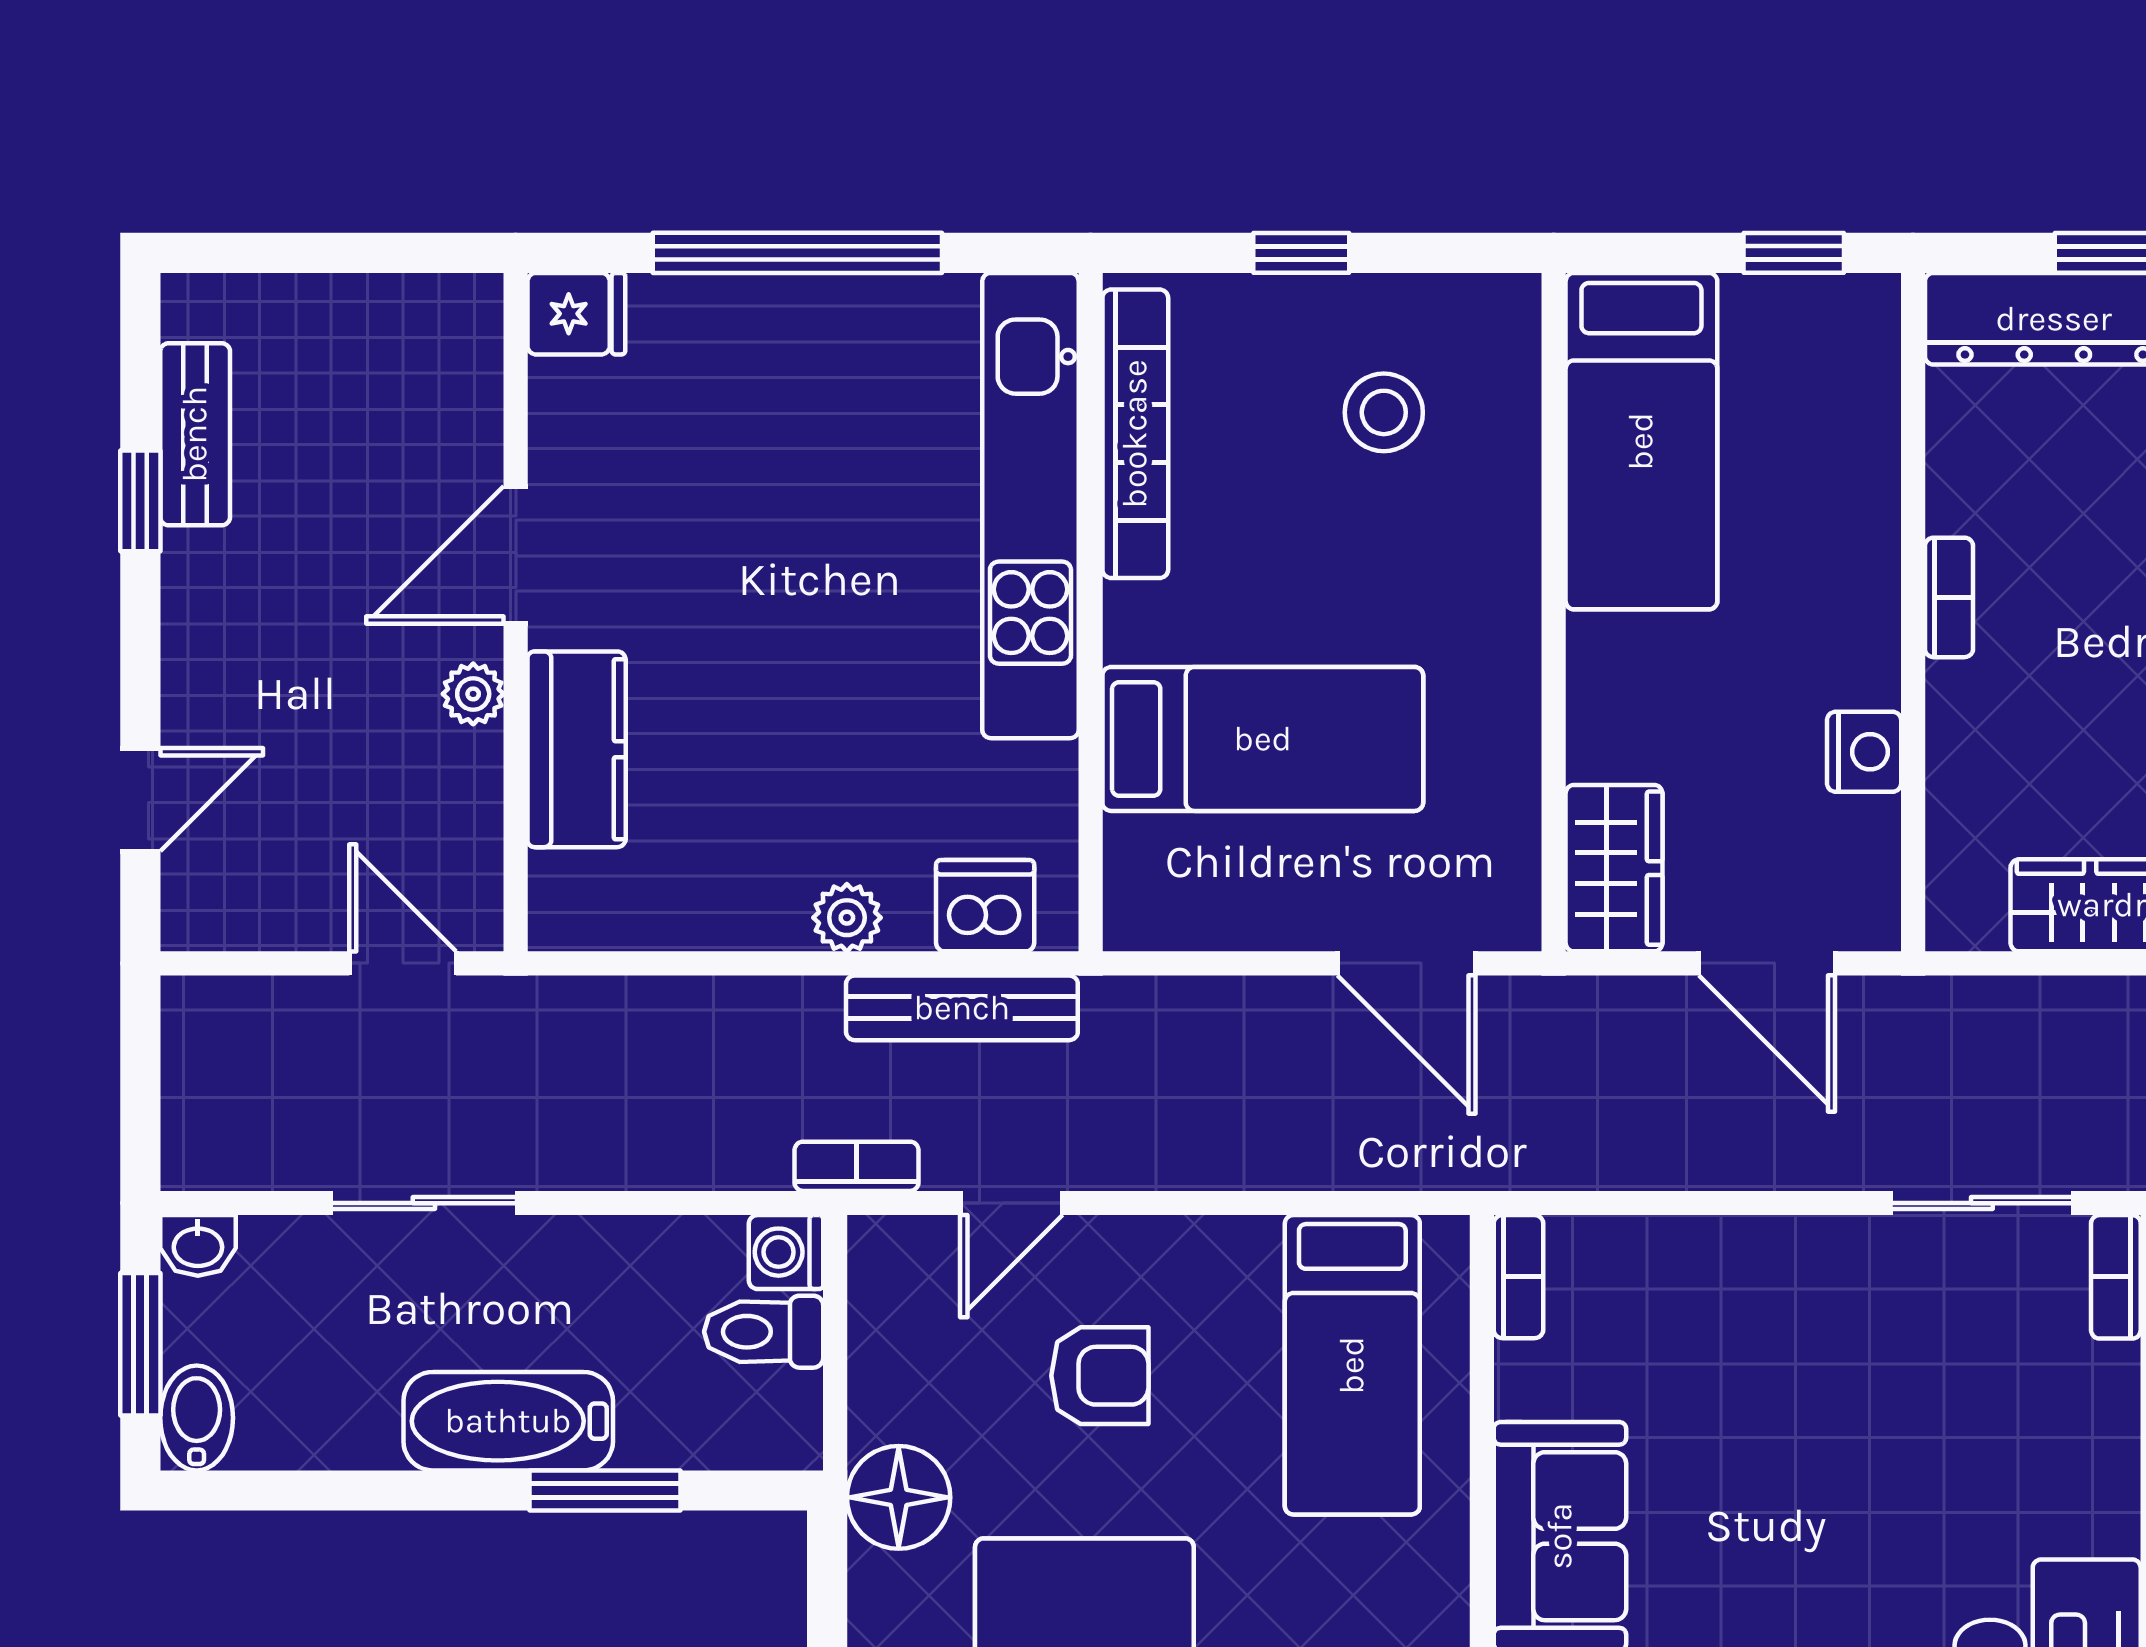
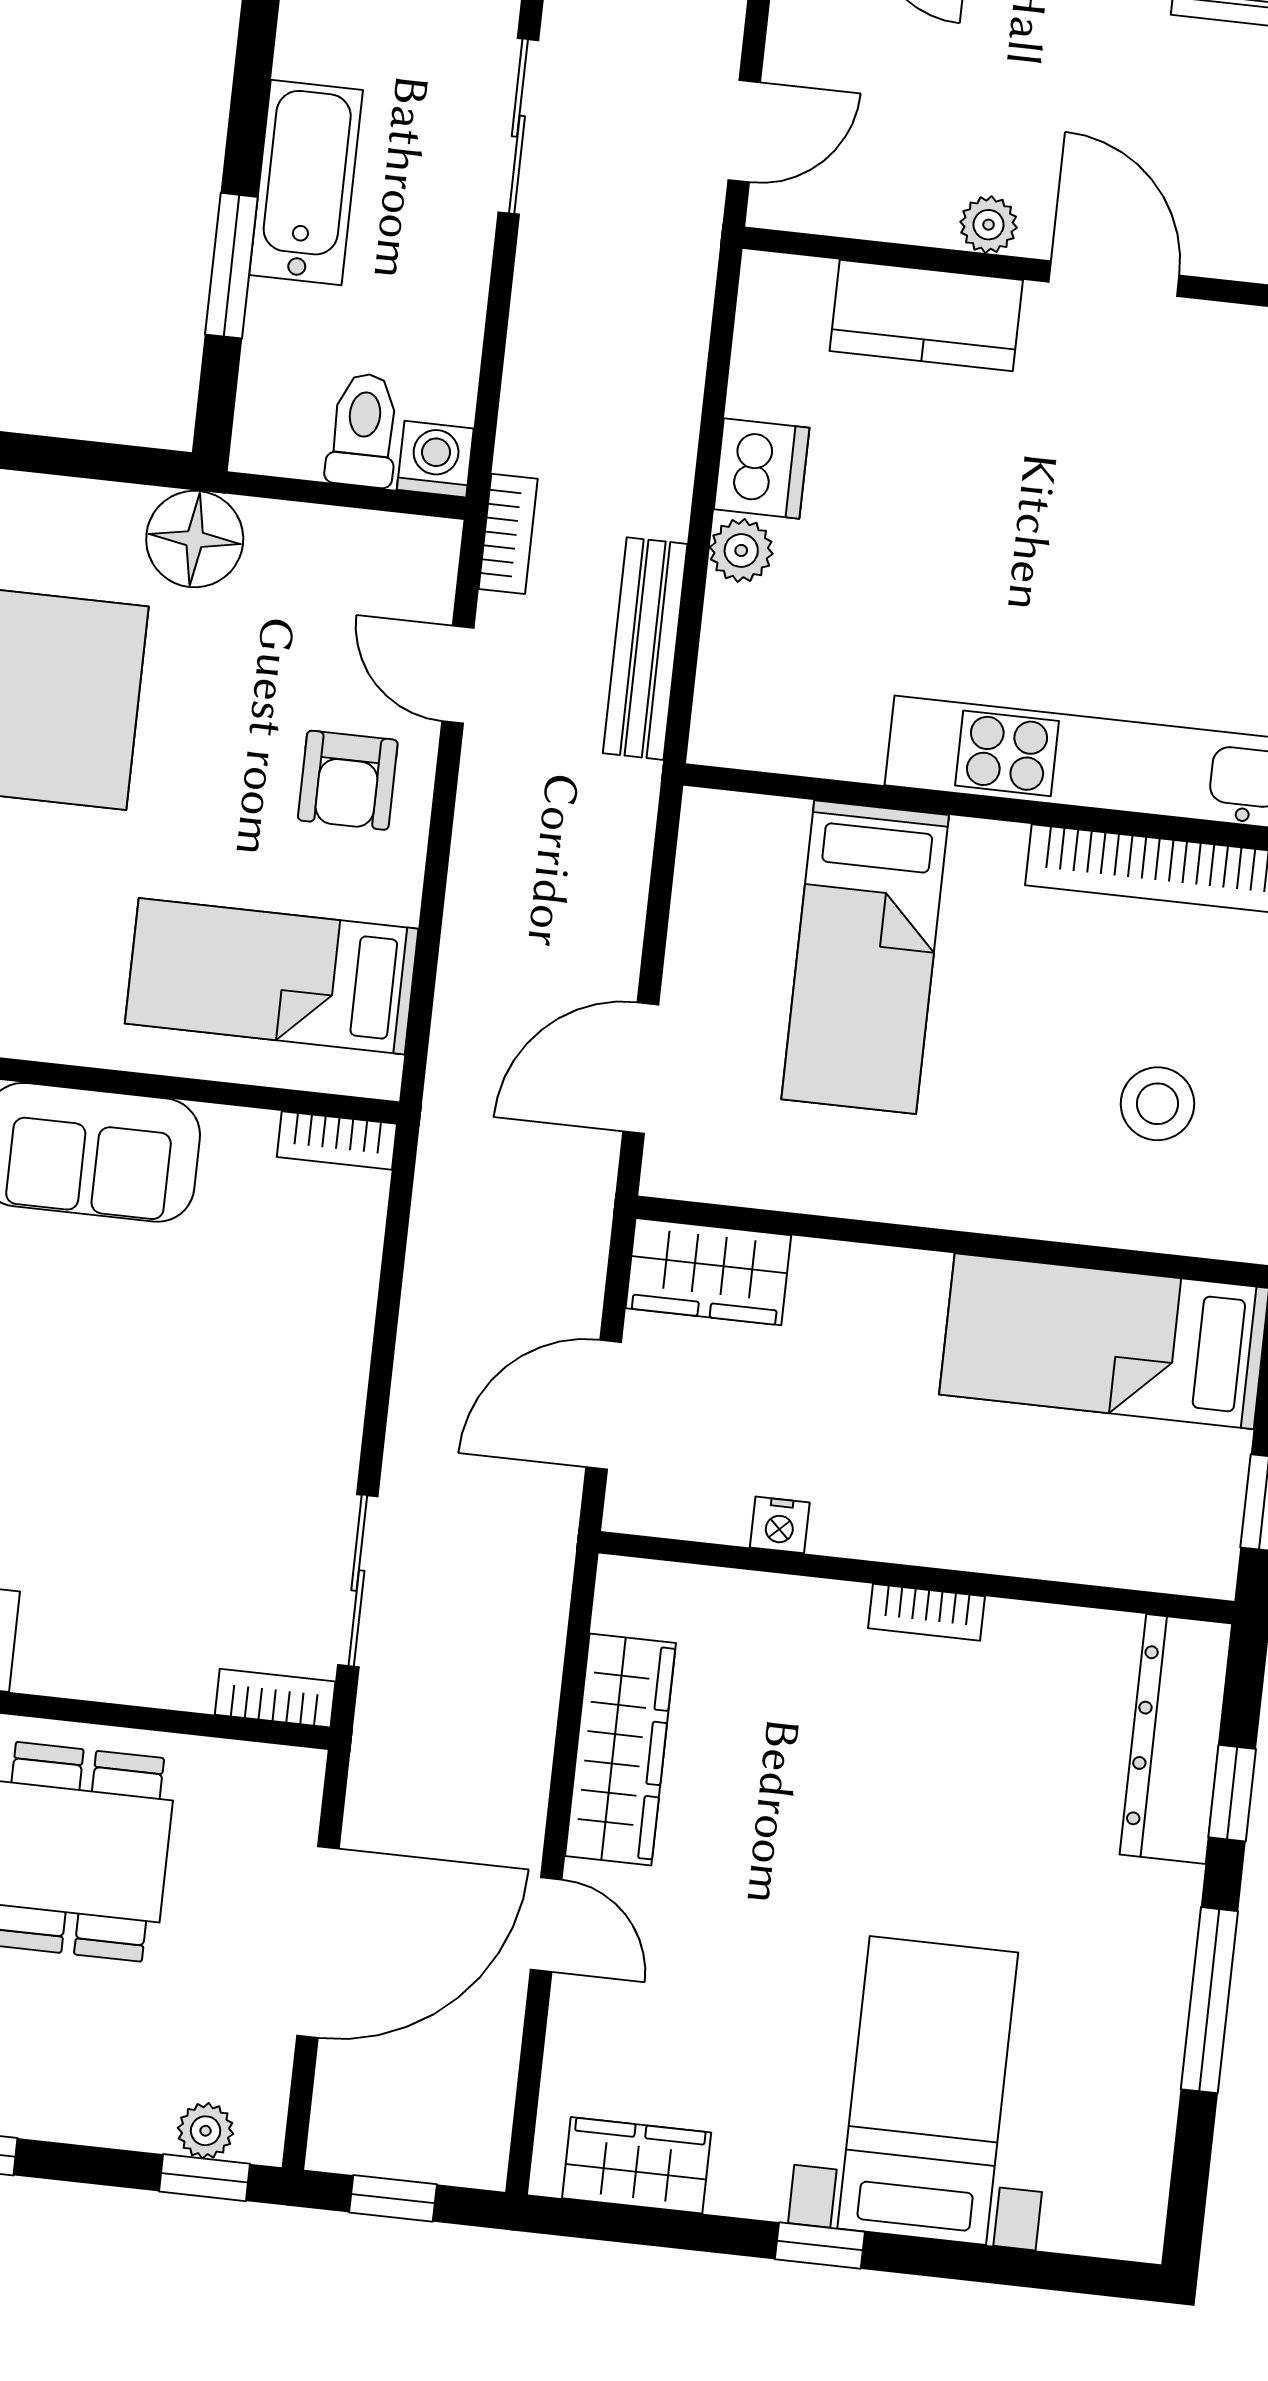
nightstand: (1864, 752) -> (780, 1525), width x0.72, depth x0.74
dishwasher: (985, 906) -> (762, 469), moved
armchair: (1100, 1376) -> (348, 780), moved

